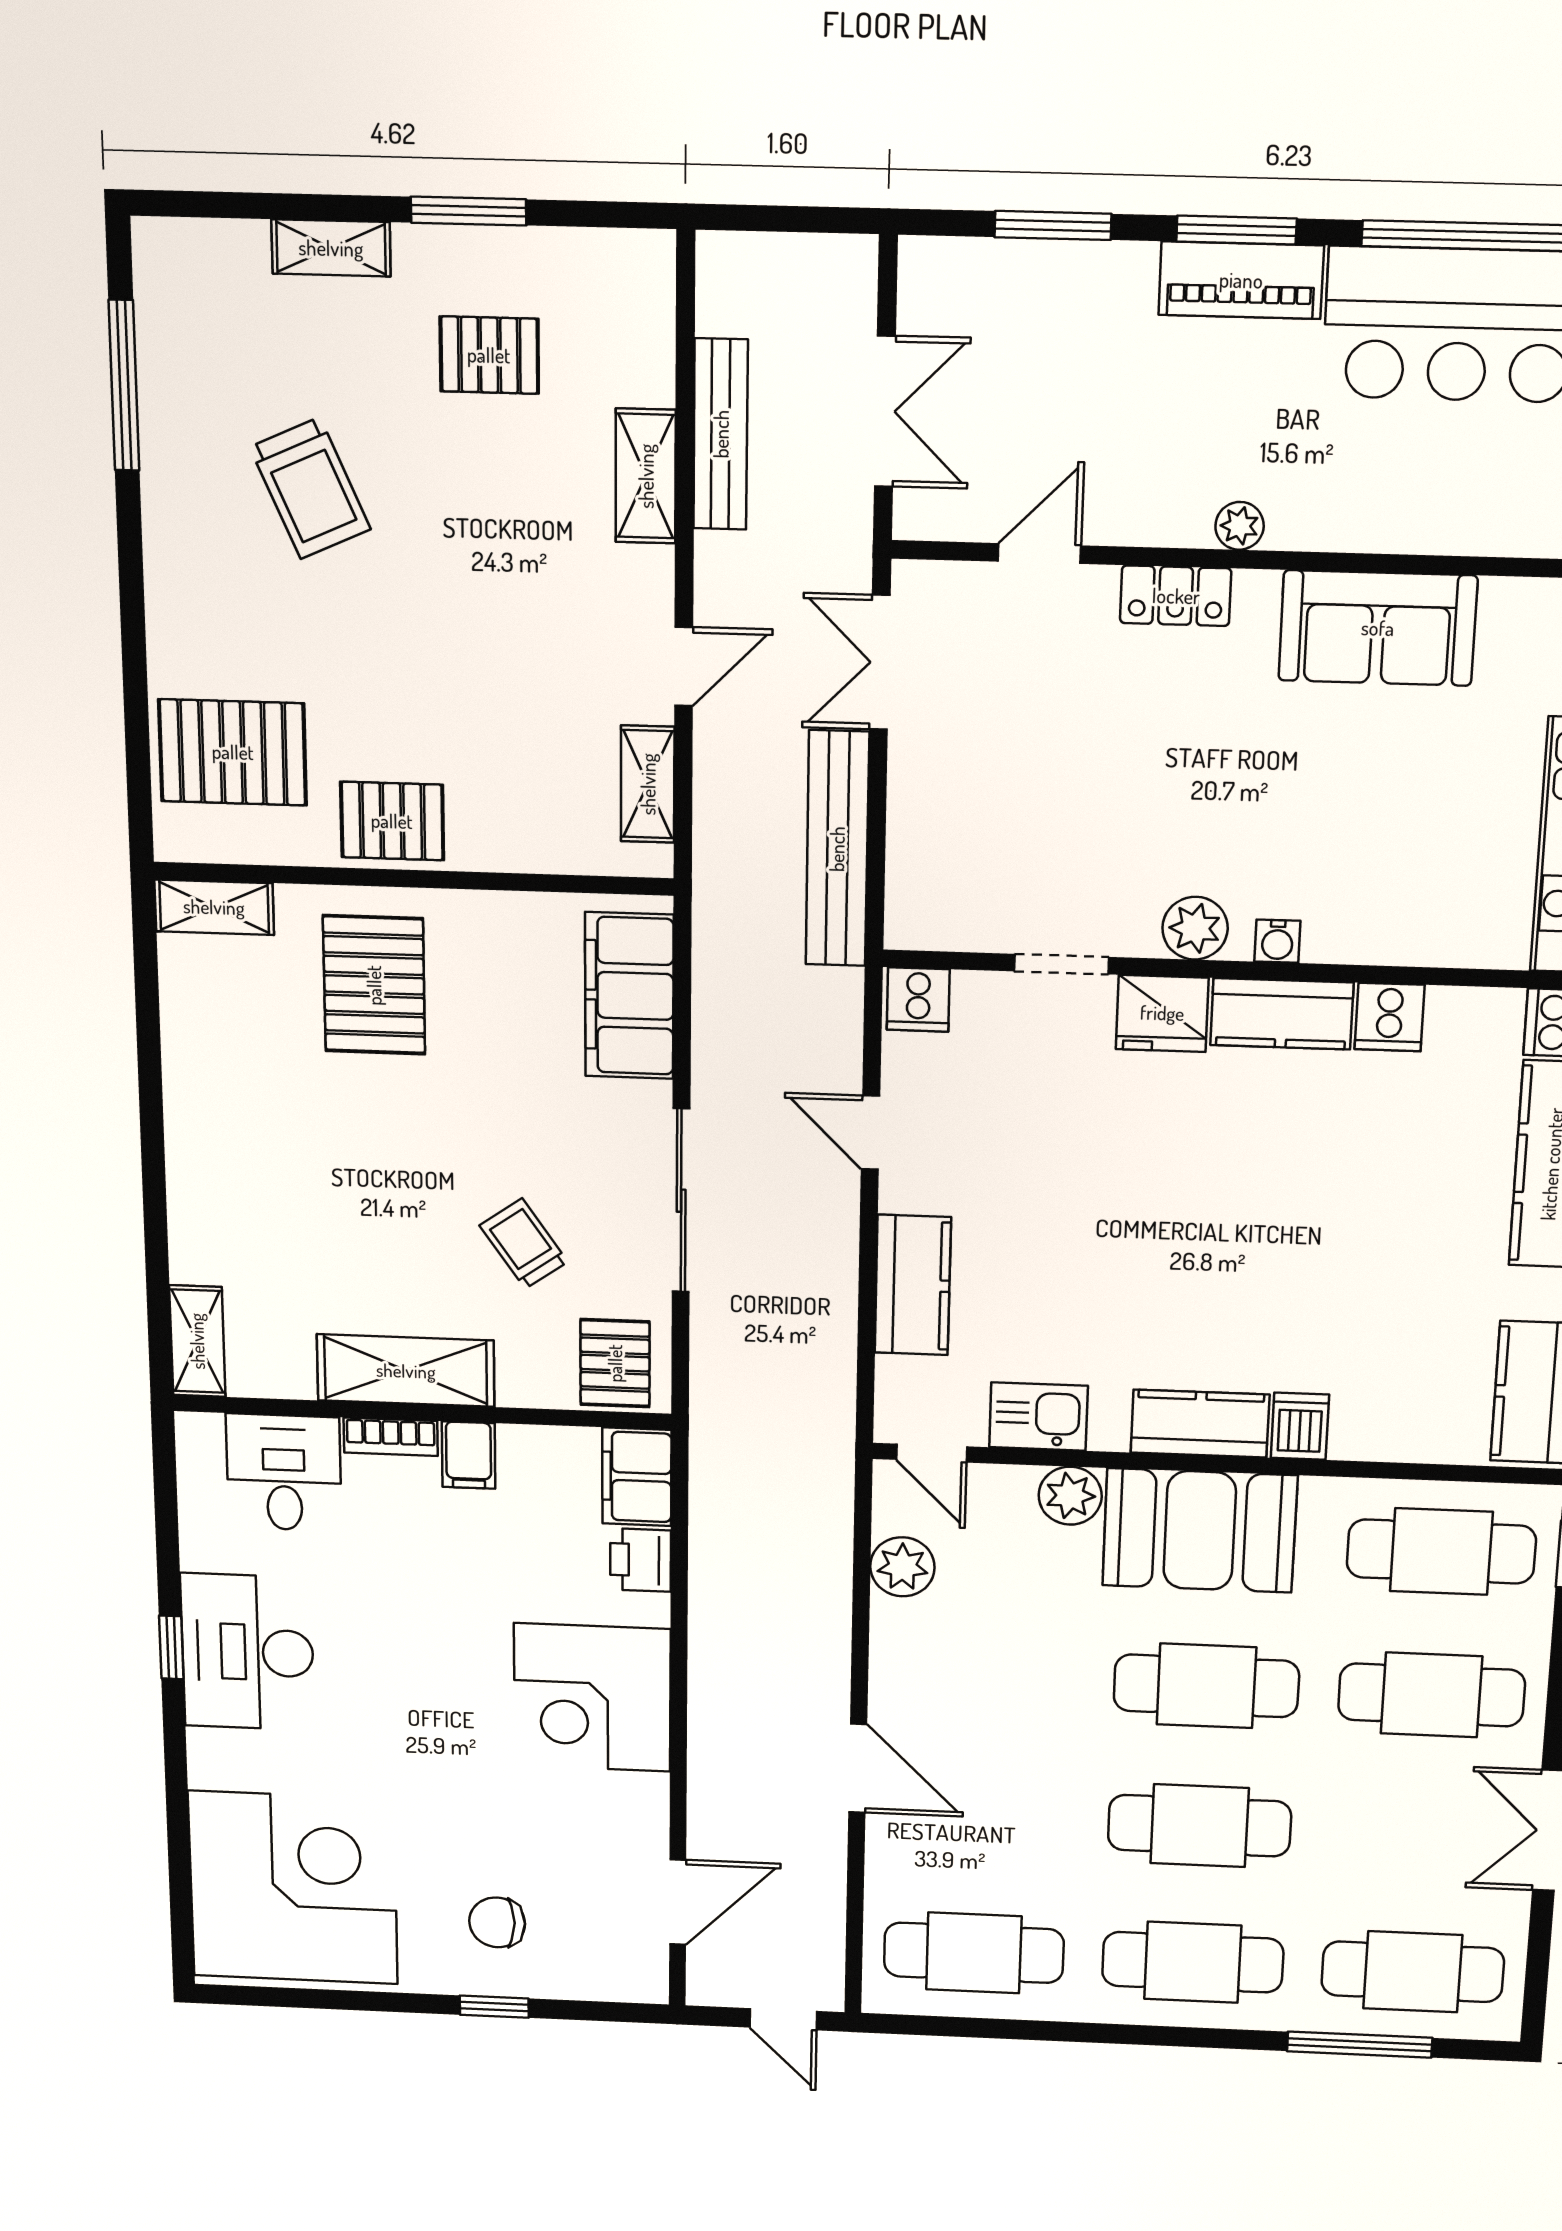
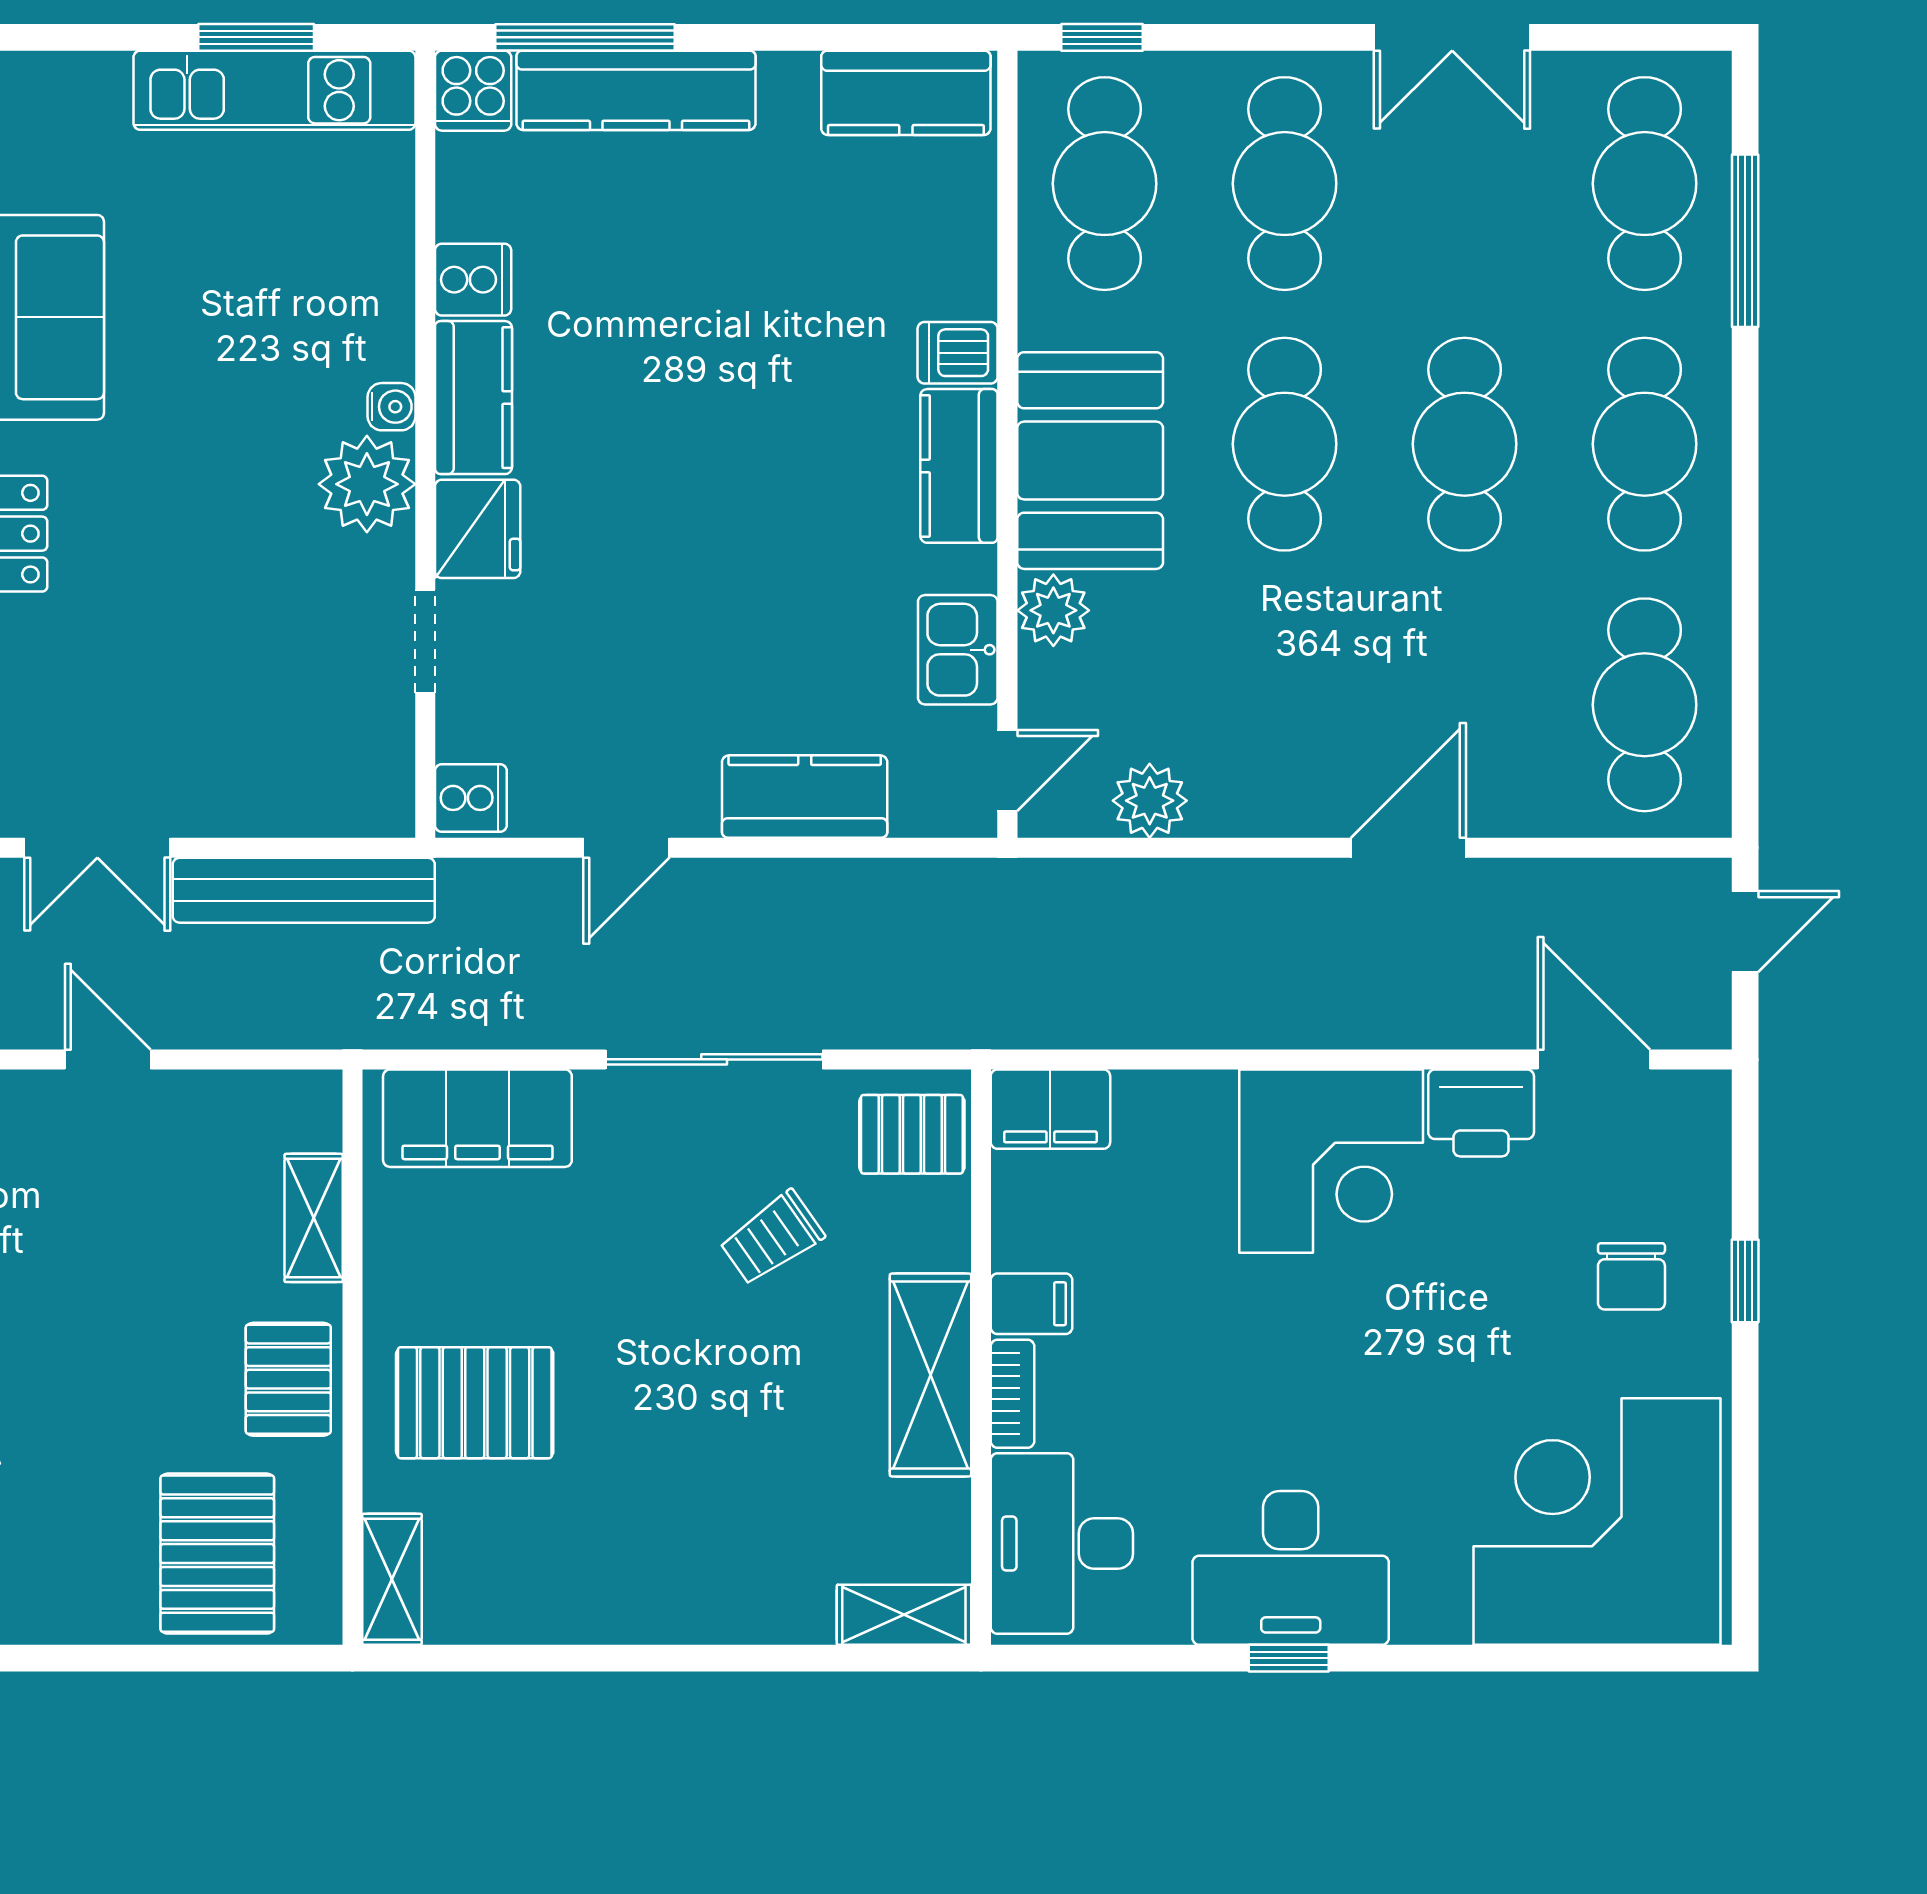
shelving: (648, 784) -> (314, 1218), moved, turned 90
plant: (1195, 928) -> (367, 484), width x1.36, depth x1.36
desk: (284, 1472) -> (1062, 1543), width x1.37
printer: (641, 1560) -> (1481, 1113), moved, width x1.36, depth x1.24

